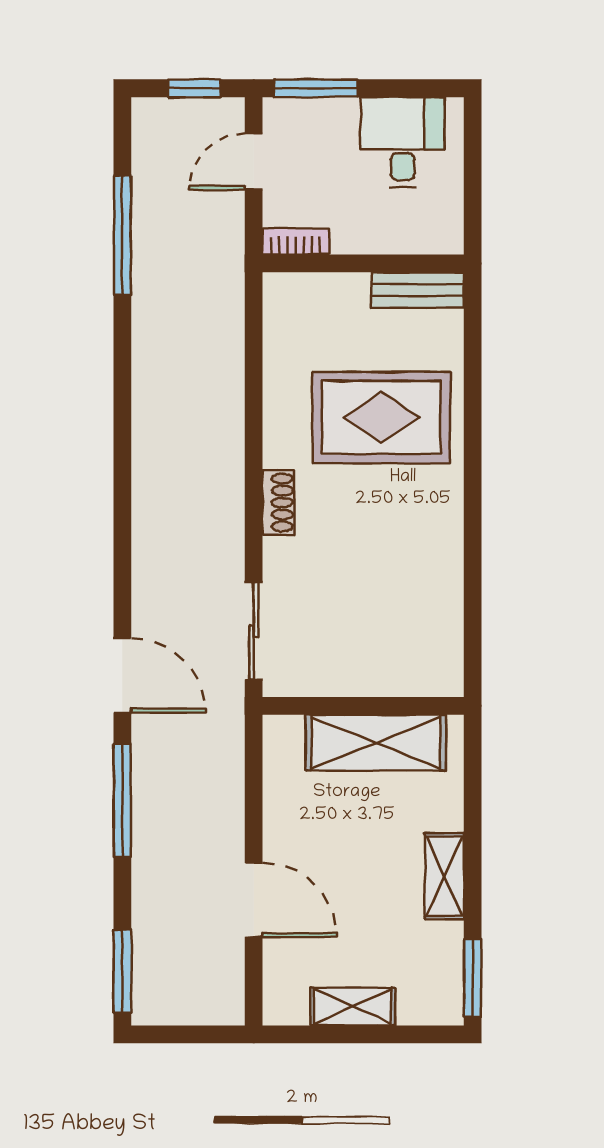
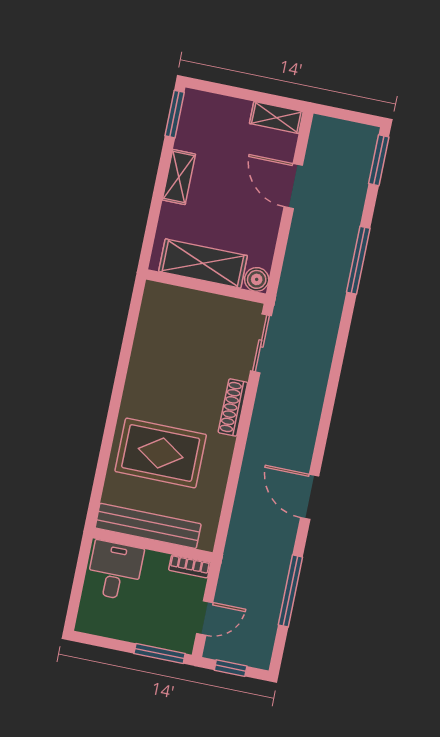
desk: (403, 142) -> (115, 570), moved, turned 180
bench: (418, 290) -> (148, 526), width x1.86, depth x1.21
shoe rack: (278, 503) -> (233, 407), width x1.43
door: (122, 675) -> (310, 497), moved
boiler: (282, 734) -> (257, 279), added
shelving: (353, 1007) -> (276, 118), moved

